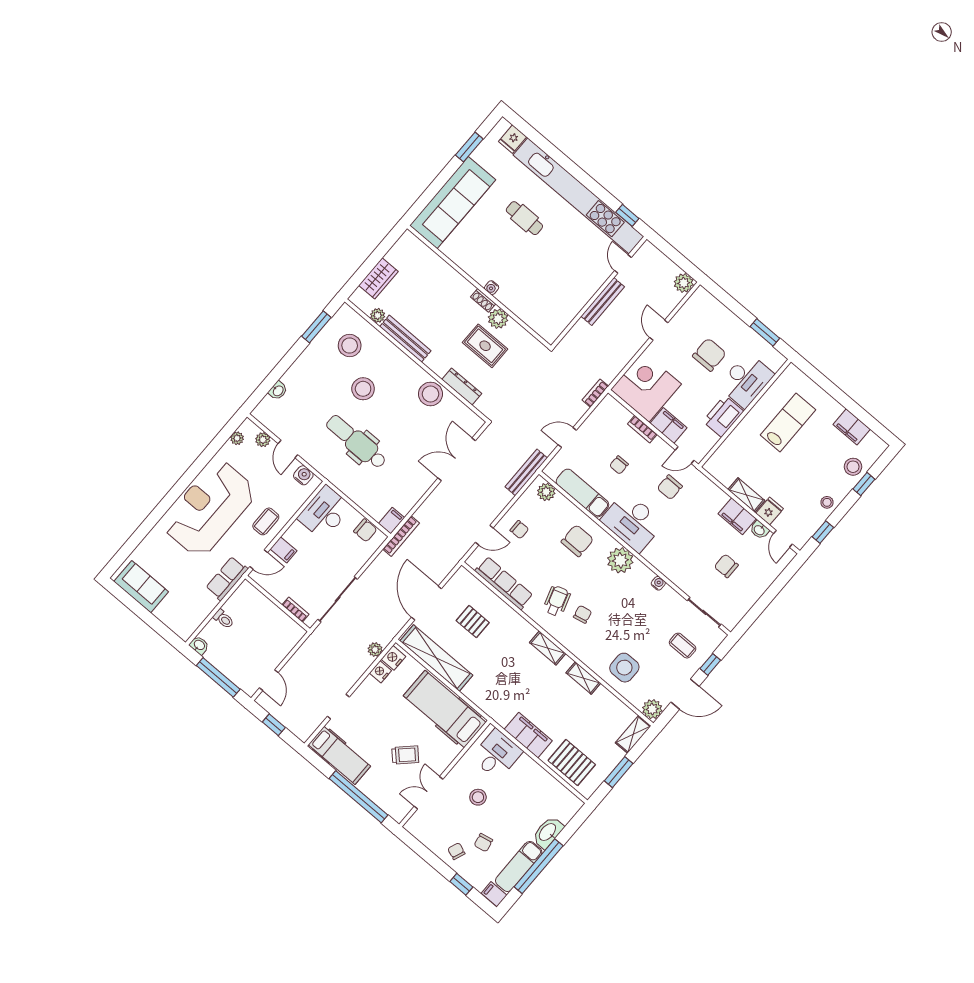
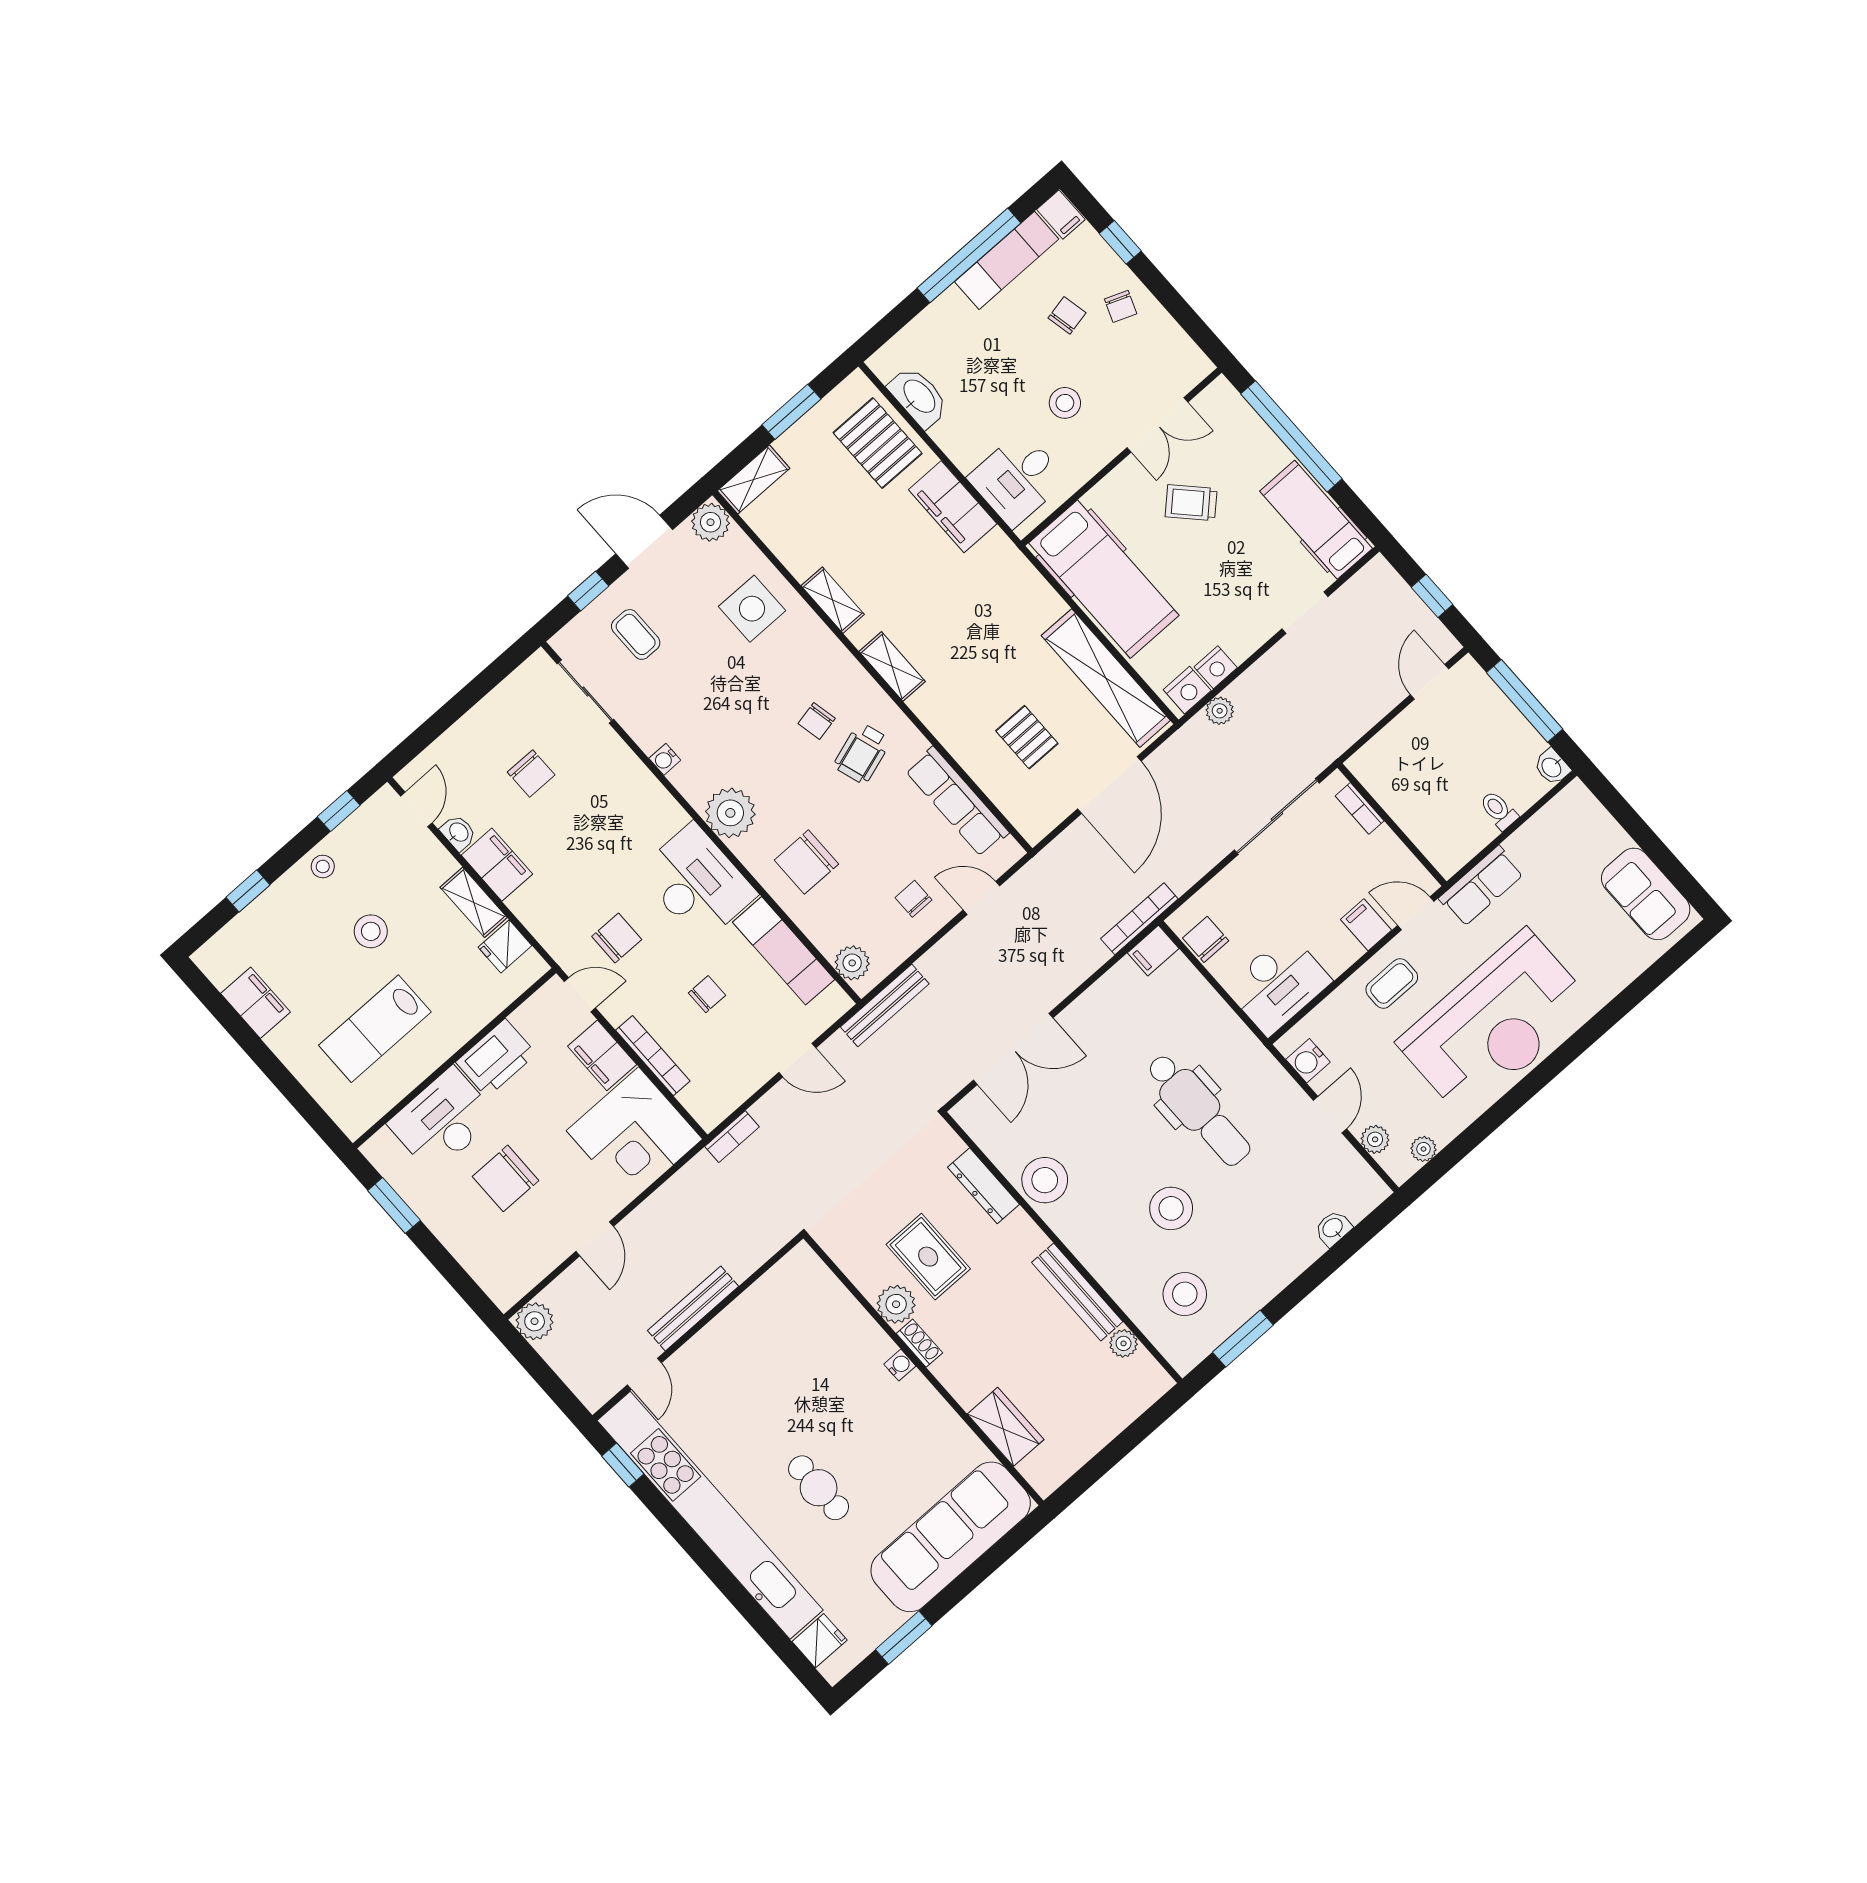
wardrobe: (378, 278) -> (1006, 1427), moved, turned 90
bookcase: (642, 429) -> (653, 1056), width x1.56
stool: (853, 467) -> (371, 931), moved
fridge: (770, 511) -> (505, 946), moved
washbasin: (548, 832) -> (919, 397), moved, turned -90

